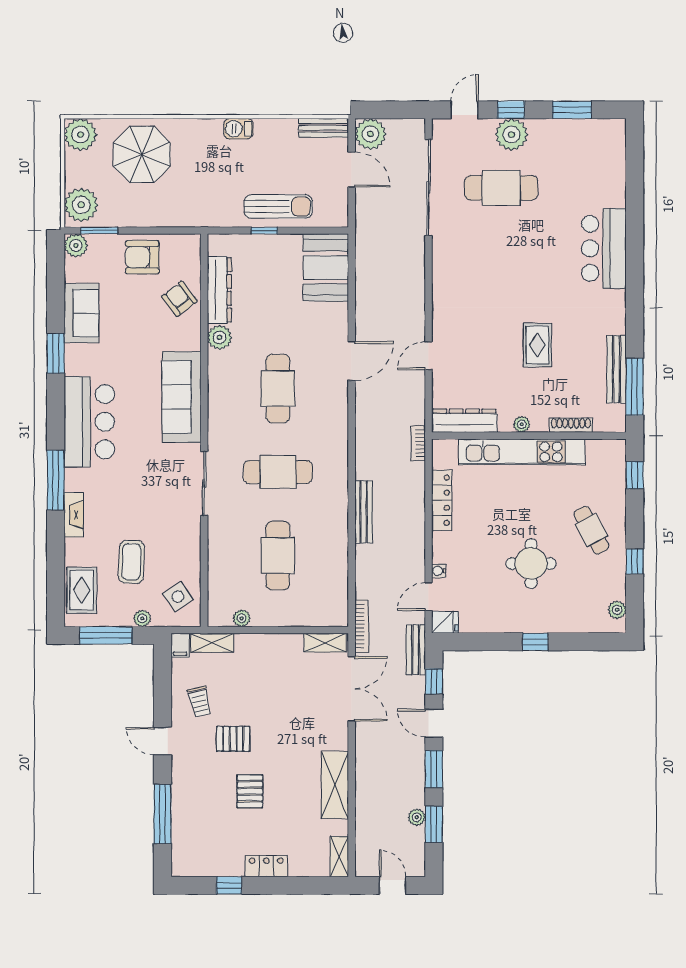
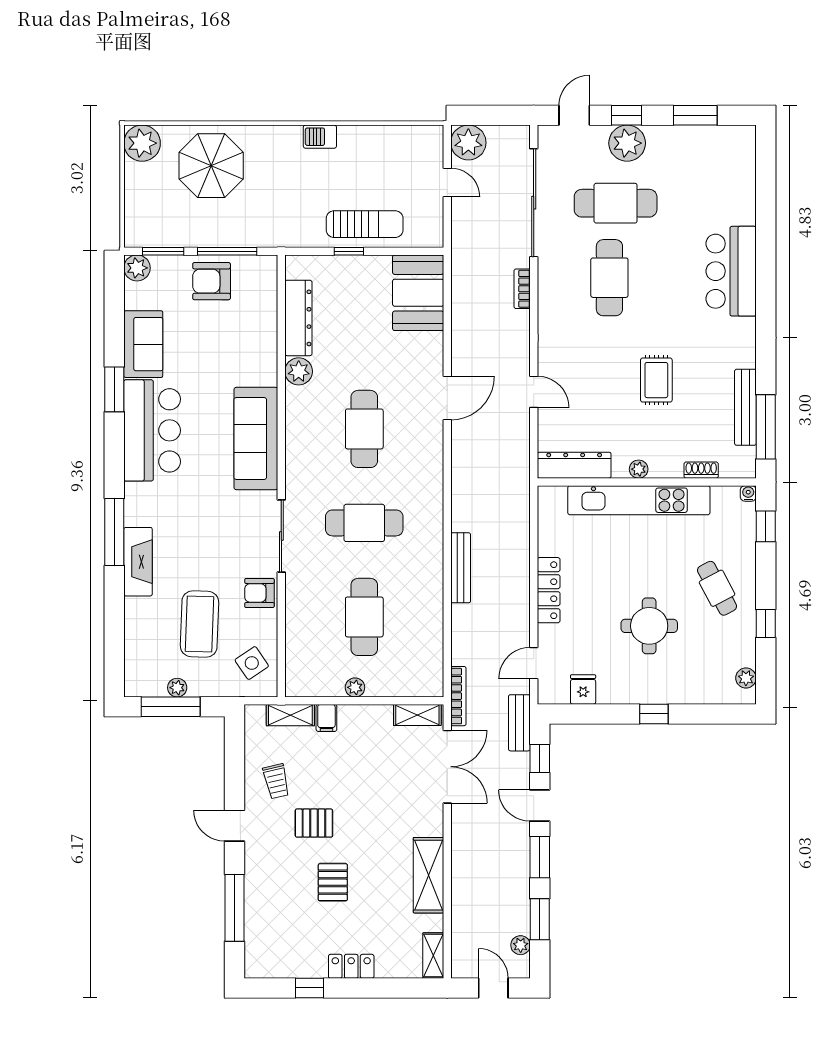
bench: (324, 128) -> (416, 136), removed
door: (352, 169) -> (447, 182), width x0.73
plant: (81, 205) -> (143, 222), removed
window: (156, 231) -> (227, 251), added
cafe table: (496, 254) -> (609, 278), added
armchair: (179, 299) -> (259, 593), moved, turned -52
door: (428, 356) -> (534, 392), swing flipped
bar counter: (89, 422) -> (152, 430), moved
shoe rack: (571, 425) -> (701, 470), width x0.70
bookcase: (418, 443) -> (522, 289), moved
locker: (442, 500) -> (549, 590), moved
fireplace: (74, 515) -> (138, 562), width x1.37, depth x1.32
coffee table: (131, 562) -> (199, 624), width x1.36, depth x1.32
water cooler: (439, 571) -> (748, 493), moved, turned 90
rug: (82, 590) -> (144, 656), removed
plant: (142, 618) -> (177, 688), moved
plant: (242, 618) -> (355, 687), moved
fridge: (445, 622) -> (583, 689), moved, turned -90
filing cabinet: (180, 645) -> (326, 718), moved
plant: (417, 817) -> (521, 945), moved

